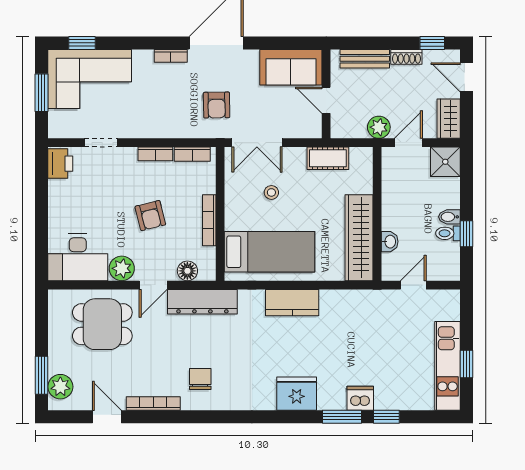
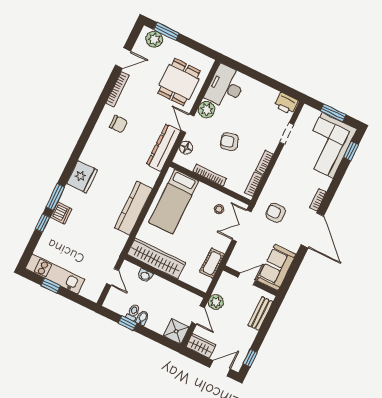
shoe rack: (406, 57) -> (249, 339), removed
stool: (271, 192) -> (219, 209), moved
kitchen counter: (292, 303) -> (133, 208), width x1.50

